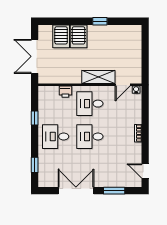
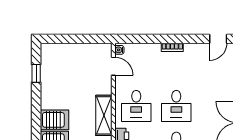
window: (100, 21) -> (36, 73), moved
shelving: (98, 77) -> (104, 115), moved

